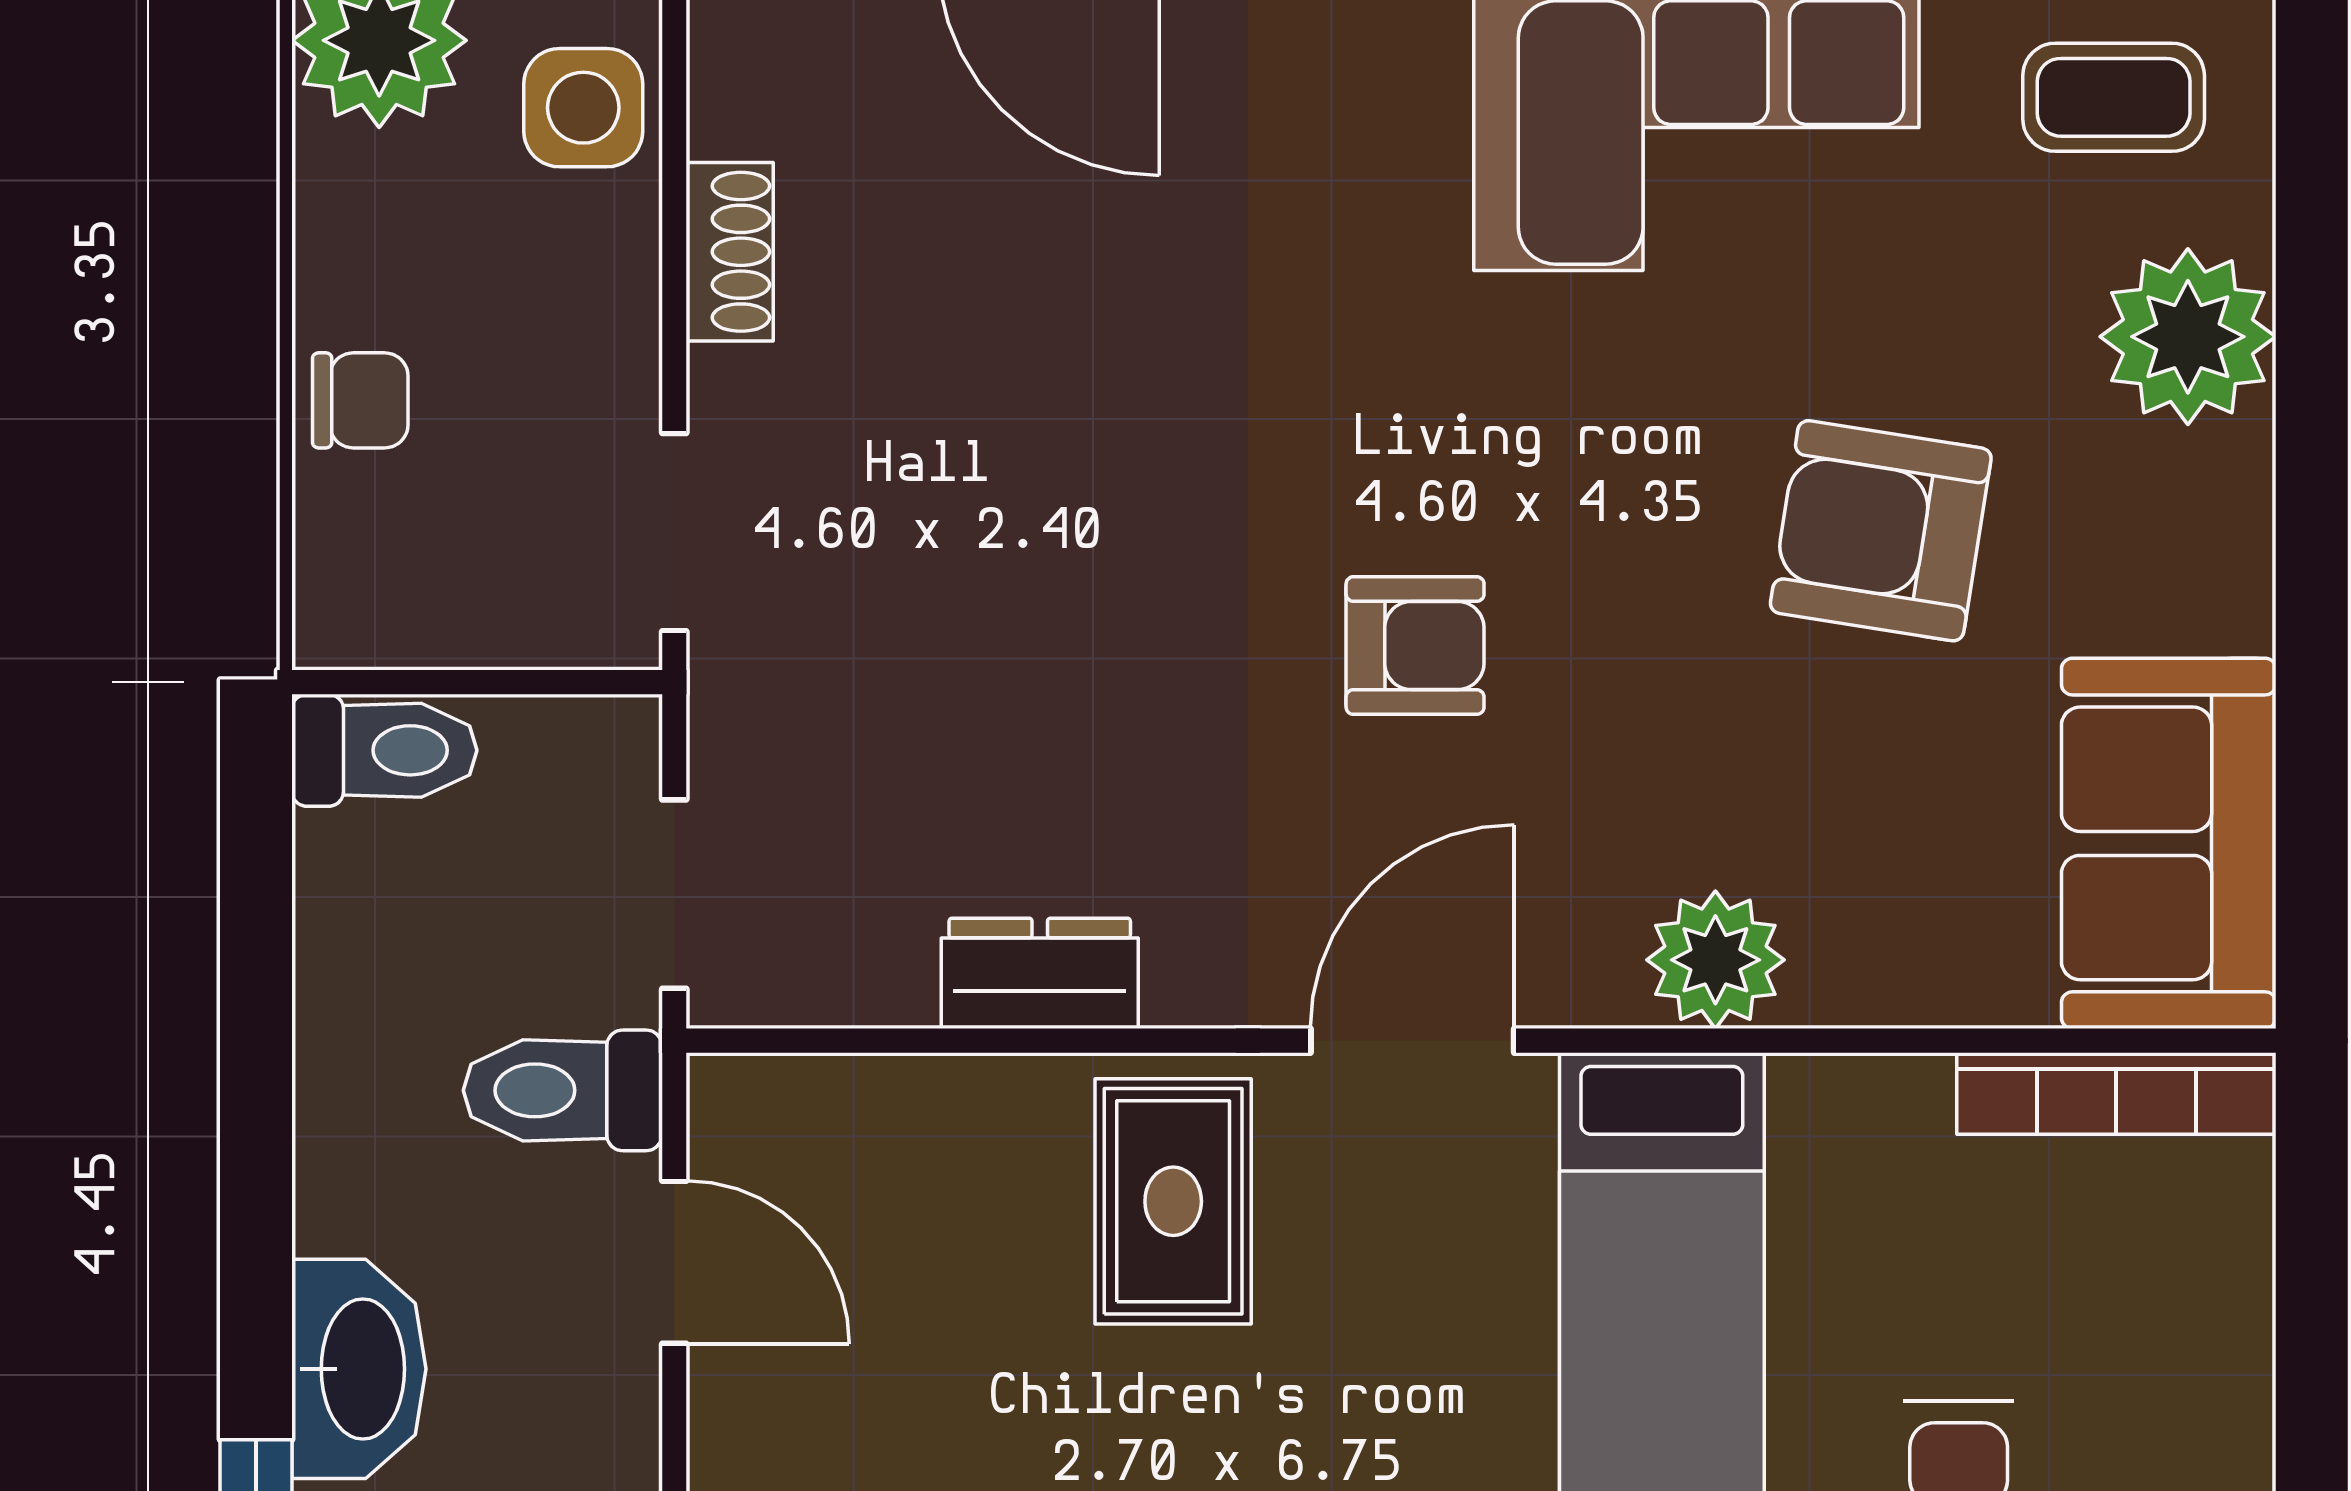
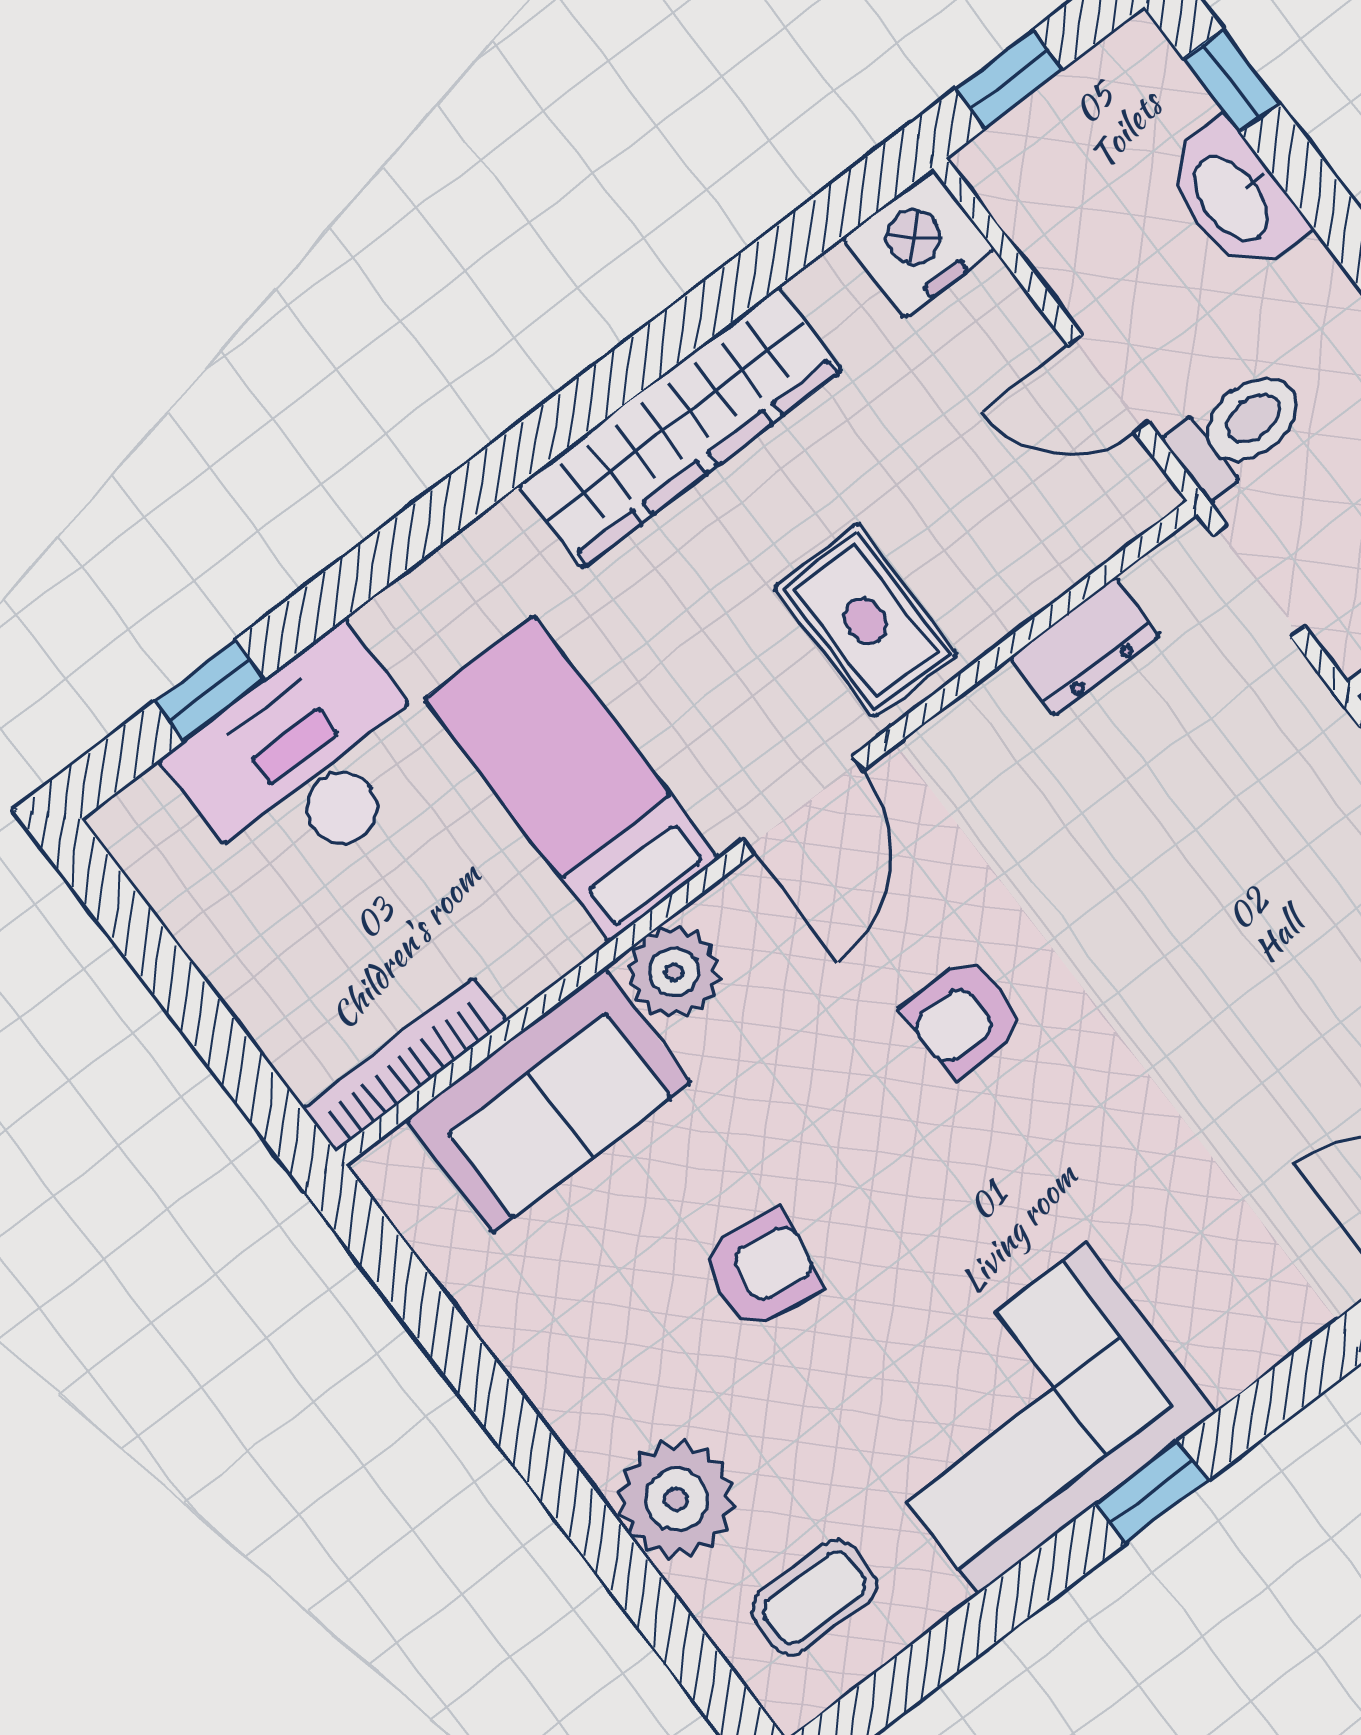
armchair: (1881, 531) -> (761, 1270), width x0.72, depth x0.72
sofa: (2169, 843) -> (548, 1101), moved, turned 90
dresser: (1040, 973) -> (1084, 647), moved

